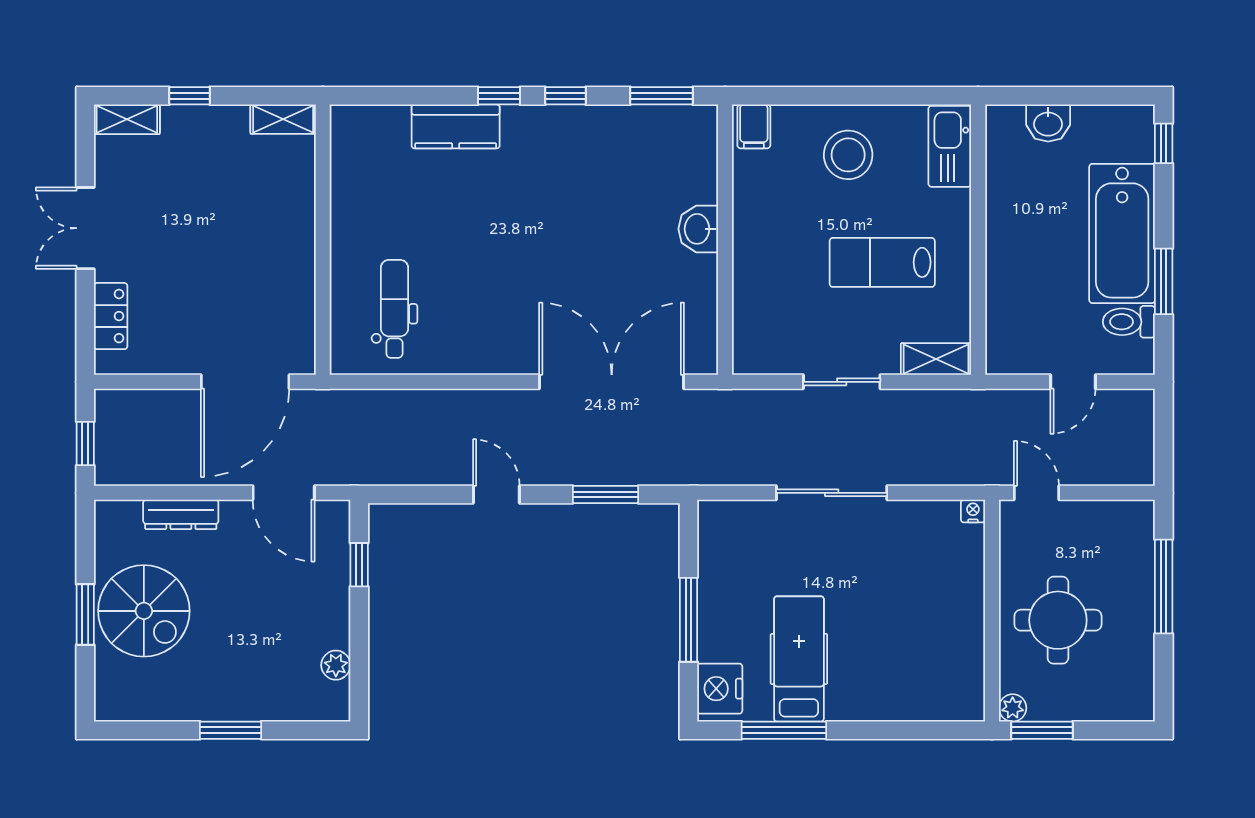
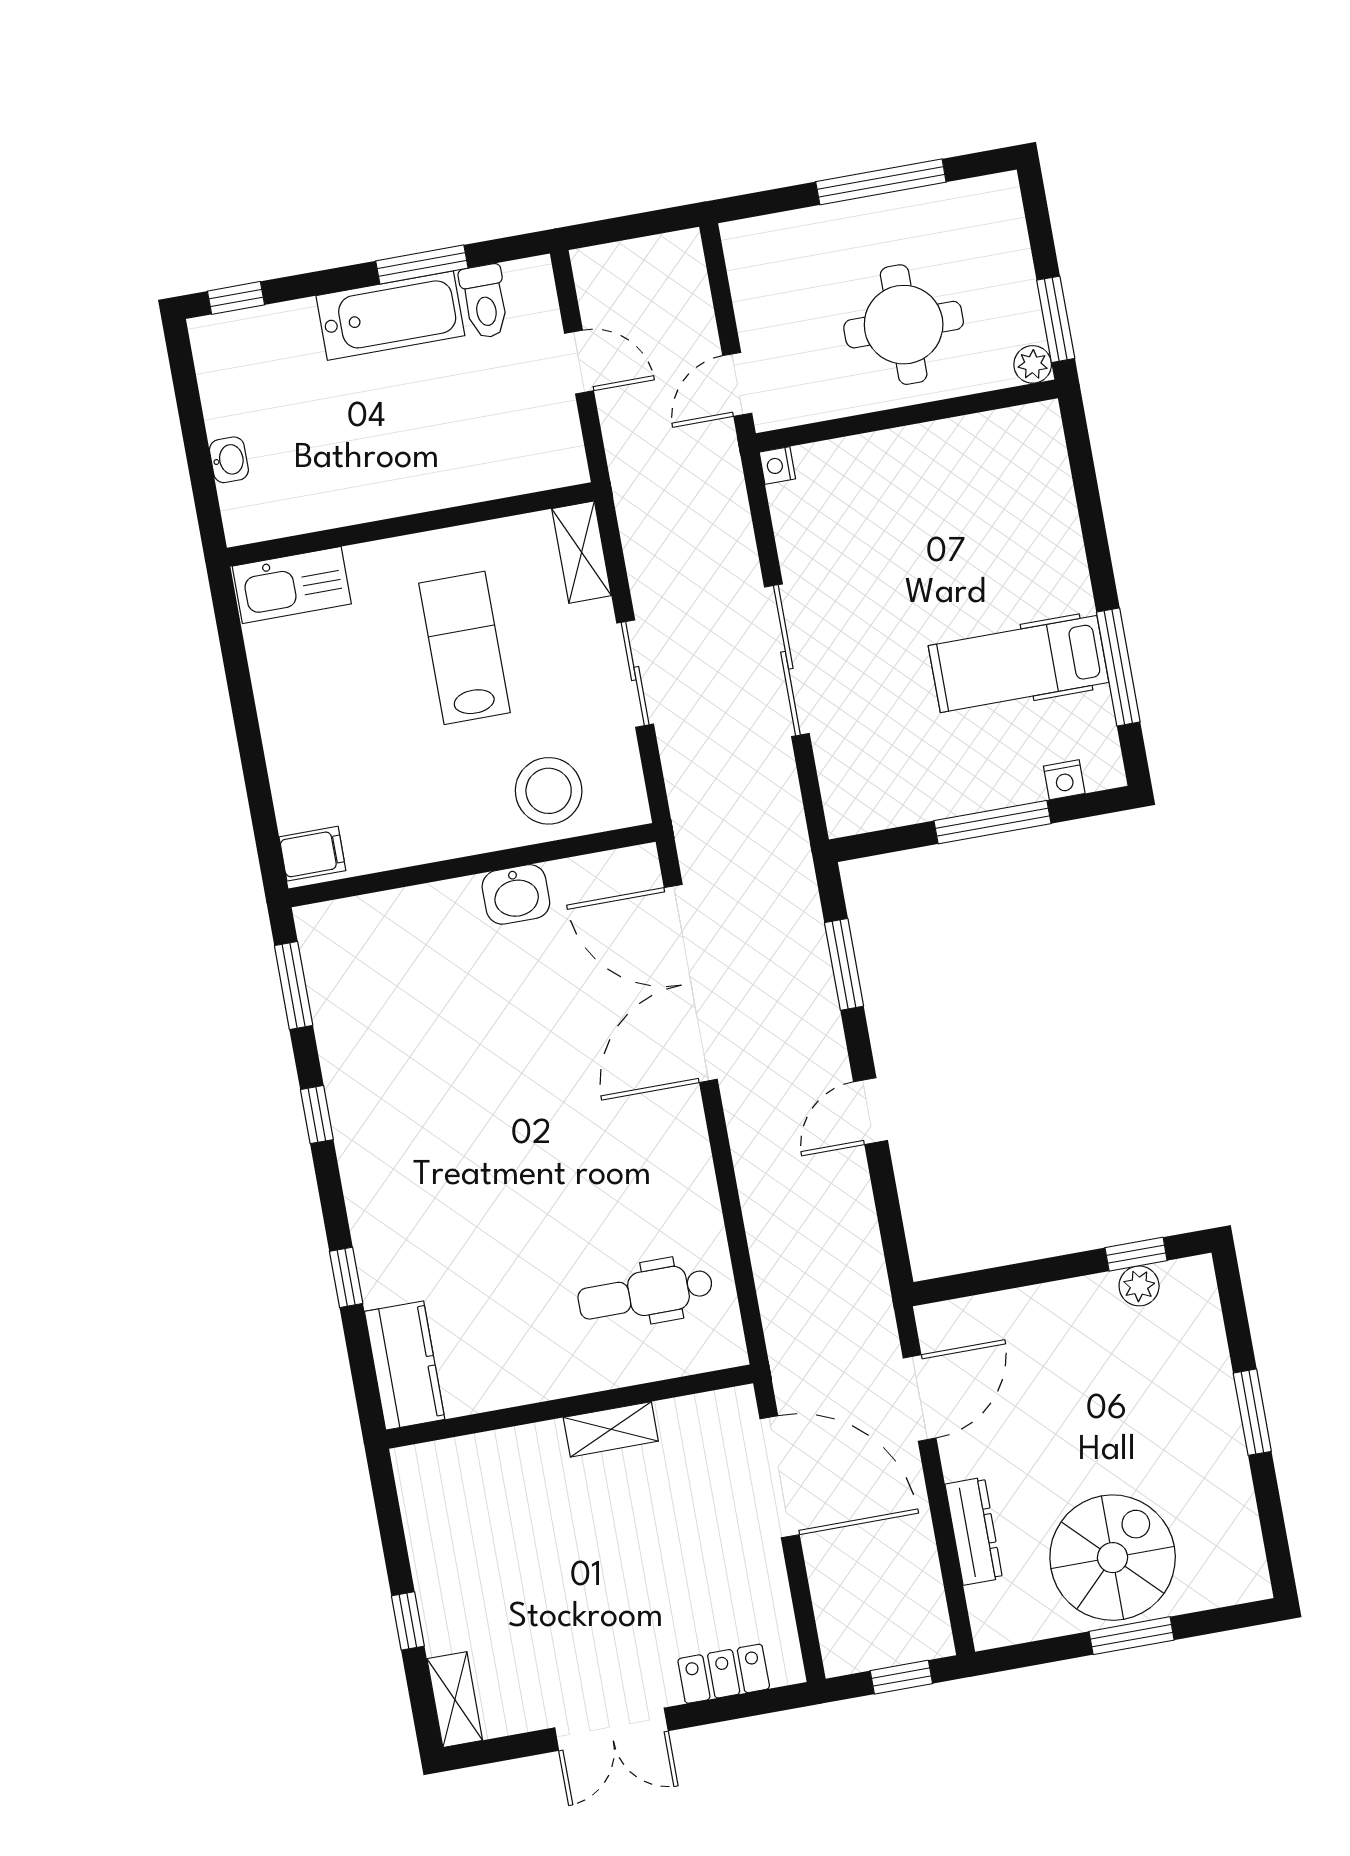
window: (499, 96) -> (346, 1277), moved
shelving: (283, 119) -> (611, 1429), moved, turned 90
washbasin: (1048, 123) -> (229, 460), width x0.72, depth x0.69
kitchen counter: (456, 126) -> (405, 1365), moved
stool: (848, 155) -> (549, 791), moved
washbasin: (698, 229) -> (516, 894), moved
bathtub: (1122, 233) -> (390, 316), width x0.73, depth x0.73
lab bench: (882, 262) -> (465, 648), turned 180
window: (359, 565) -> (1136, 1254), moved
window: (1164, 587) -> (881, 182), moved
nightstand: (720, 689) -> (1064, 780), width x0.53, depth x0.56

